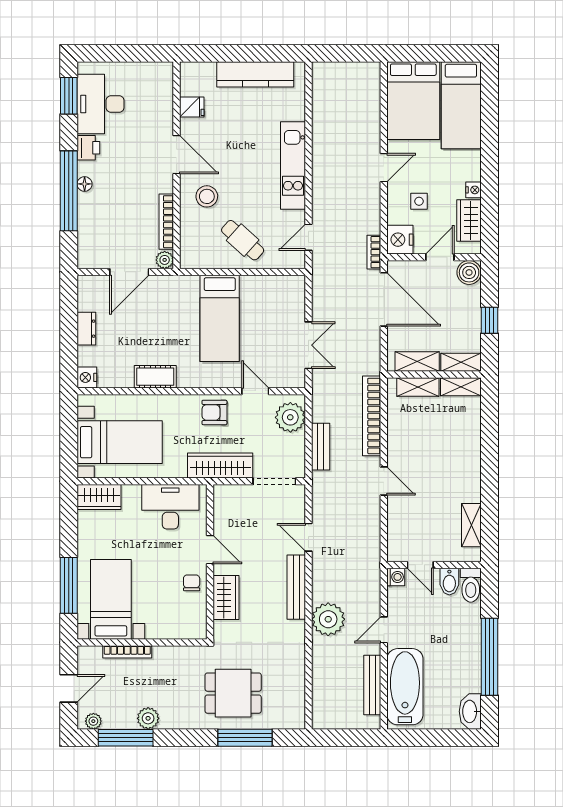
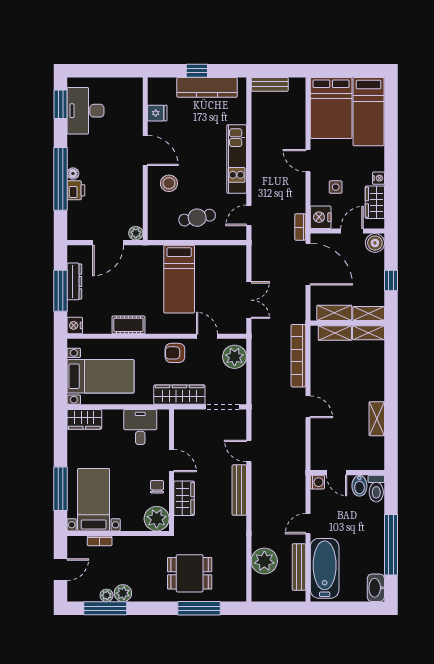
window: (242, 53) -> (197, 71), added
printer: (88, 148) -> (76, 190), moved
door: (384, 168) -> (308, 161), swing flipped
bookcase: (166, 222) -> (137, 203), removed
cafe table: (243, 240) -> (197, 218), turned -53
dresser: (86, 329) -> (74, 281), width x1.44
window: (69, 333) -> (61, 291), added
bench: (321, 447) -> (270, 84), moved, turned 90
desk: (170, 507) -> (140, 427), width x0.73
shelving: (471, 525) -> (377, 419), moved
plant: (328, 619) -> (264, 561), moved
plant: (191, 623) -> (157, 519), added
bookcase: (127, 652) -> (100, 541), width x0.64
plant: (93, 721) -> (107, 595), moved

